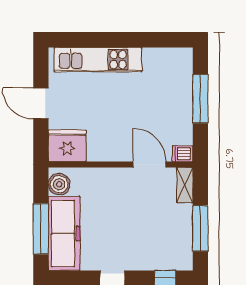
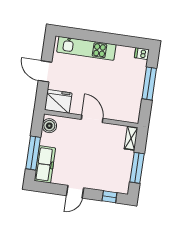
dishwasher: (183, 154) -> (142, 54), moved
door: (149, 165) -> (92, 119), moved
freezer: (64, 234) -> (45, 164), width x0.73, depth x0.79

